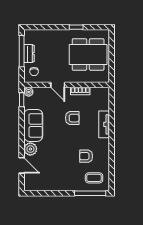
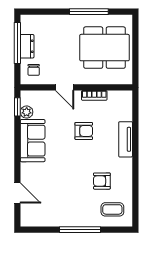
window: (76, 27) -> (89, 12), width x2.17
plant: (29, 92) -> (27, 112), moved
plant: (30, 149) -> (29, 172), removed
window: (90, 193) -> (80, 230), moved

